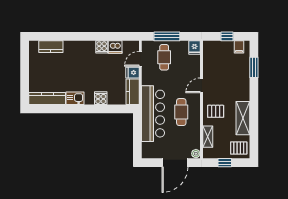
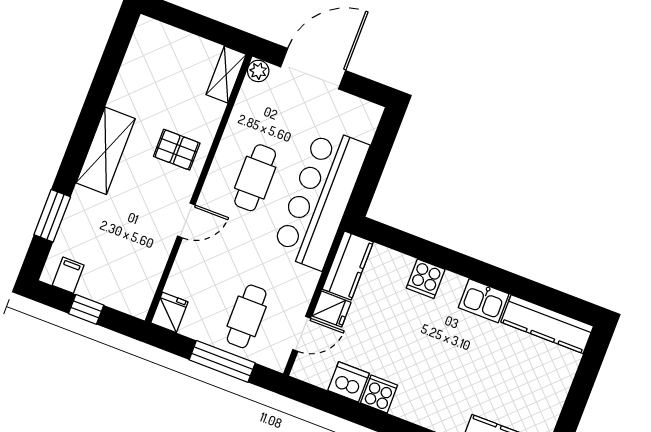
shelving: (243, 118) -> (106, 151), moved
shelving: (208, 137) -> (226, 74), moved
pallet: (239, 148) -> (156, 47), removed
window: (225, 163) -> (201, 26), removed

